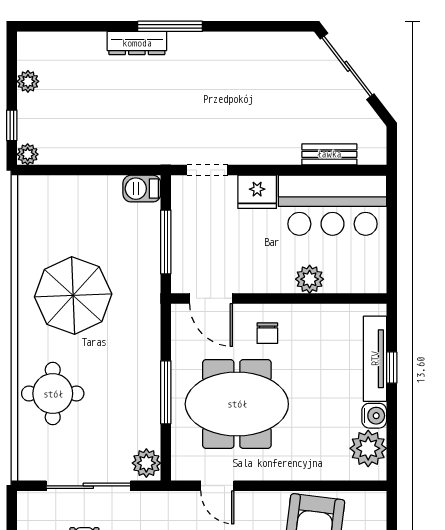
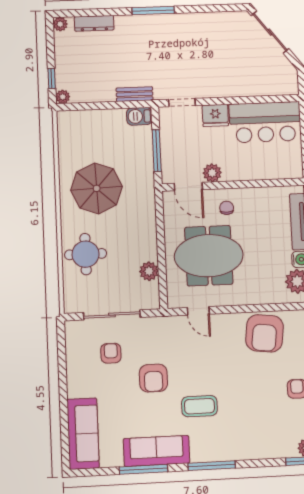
dresser: (137, 43) -> (94, 23), moved
plant: (28, 81) -> (60, 24), moved
bench: (329, 154) -> (135, 94), moved
plant: (310, 279) -> (212, 173), moved
chair: (267, 333) -> (227, 208), turned 180
window: (166, 392) -> (161, 250), removed
plant: (146, 463) -> (149, 271), moved

